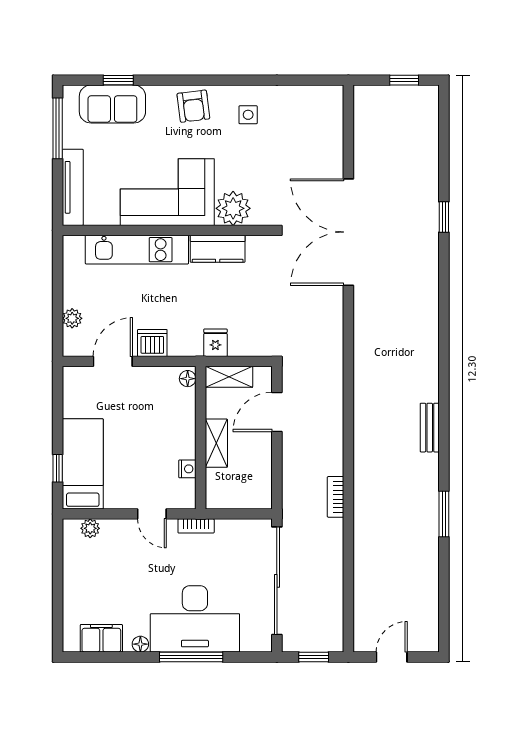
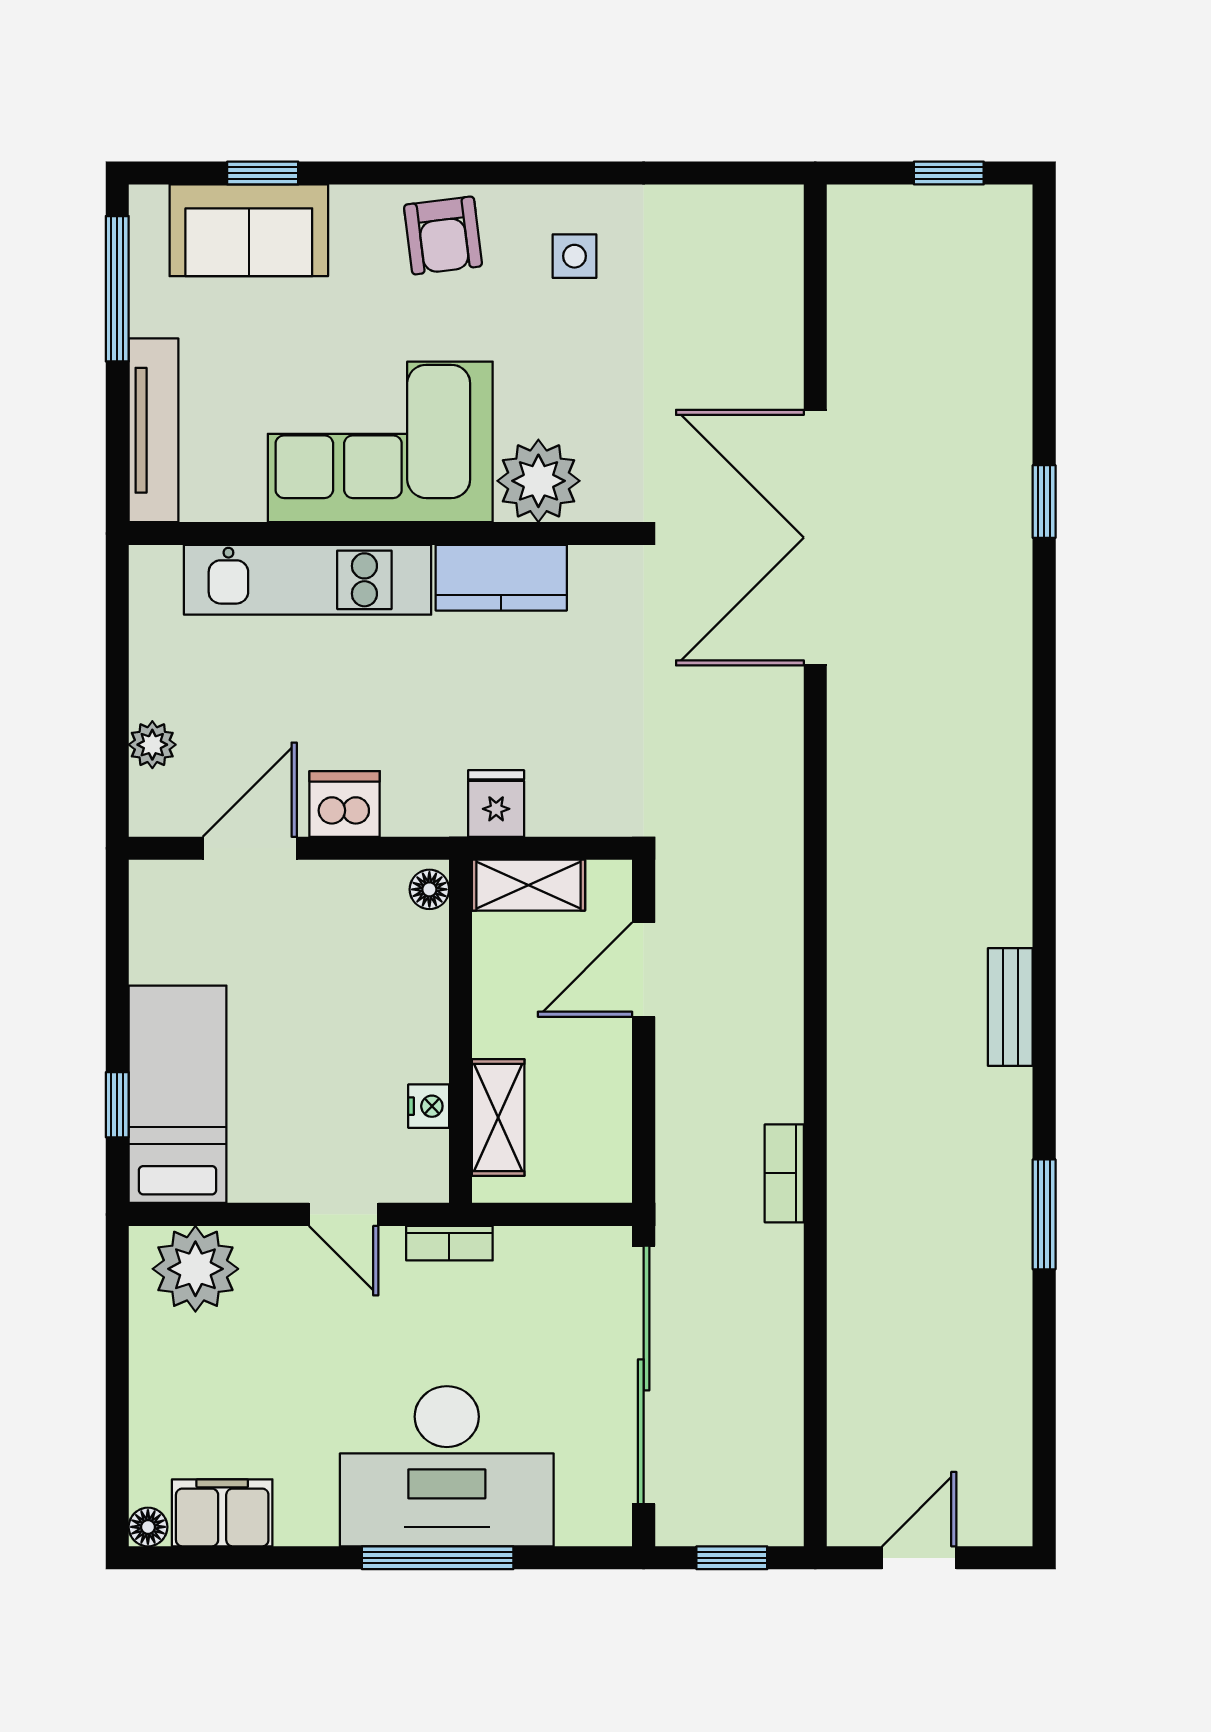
shelving: (216, 443) -> (498, 1118), moved
plant: (90, 528) -> (195, 1269), width x1.88, depth x1.88
floor lamp: (140, 644) -> (148, 1527), moved

